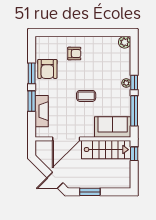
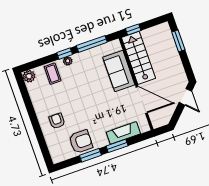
coffee table: (86, 96) -> (53, 74), moved
sofa: (113, 127) -> (119, 71), moved
window: (90, 192) -> (178, 41), moved

